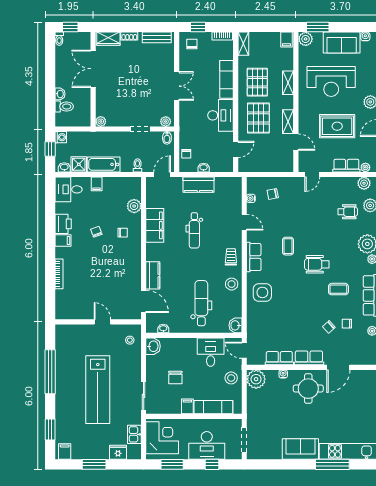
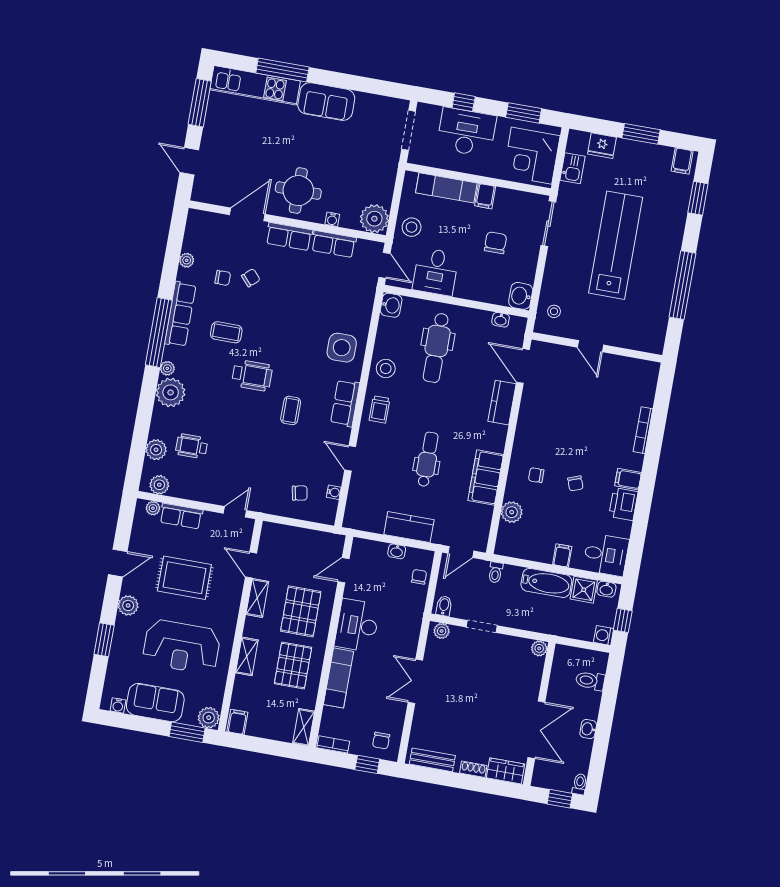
reception desk: (331, 82) -> (182, 647), turned 180
washbasin: (60, 94) -> (588, 729), moved

